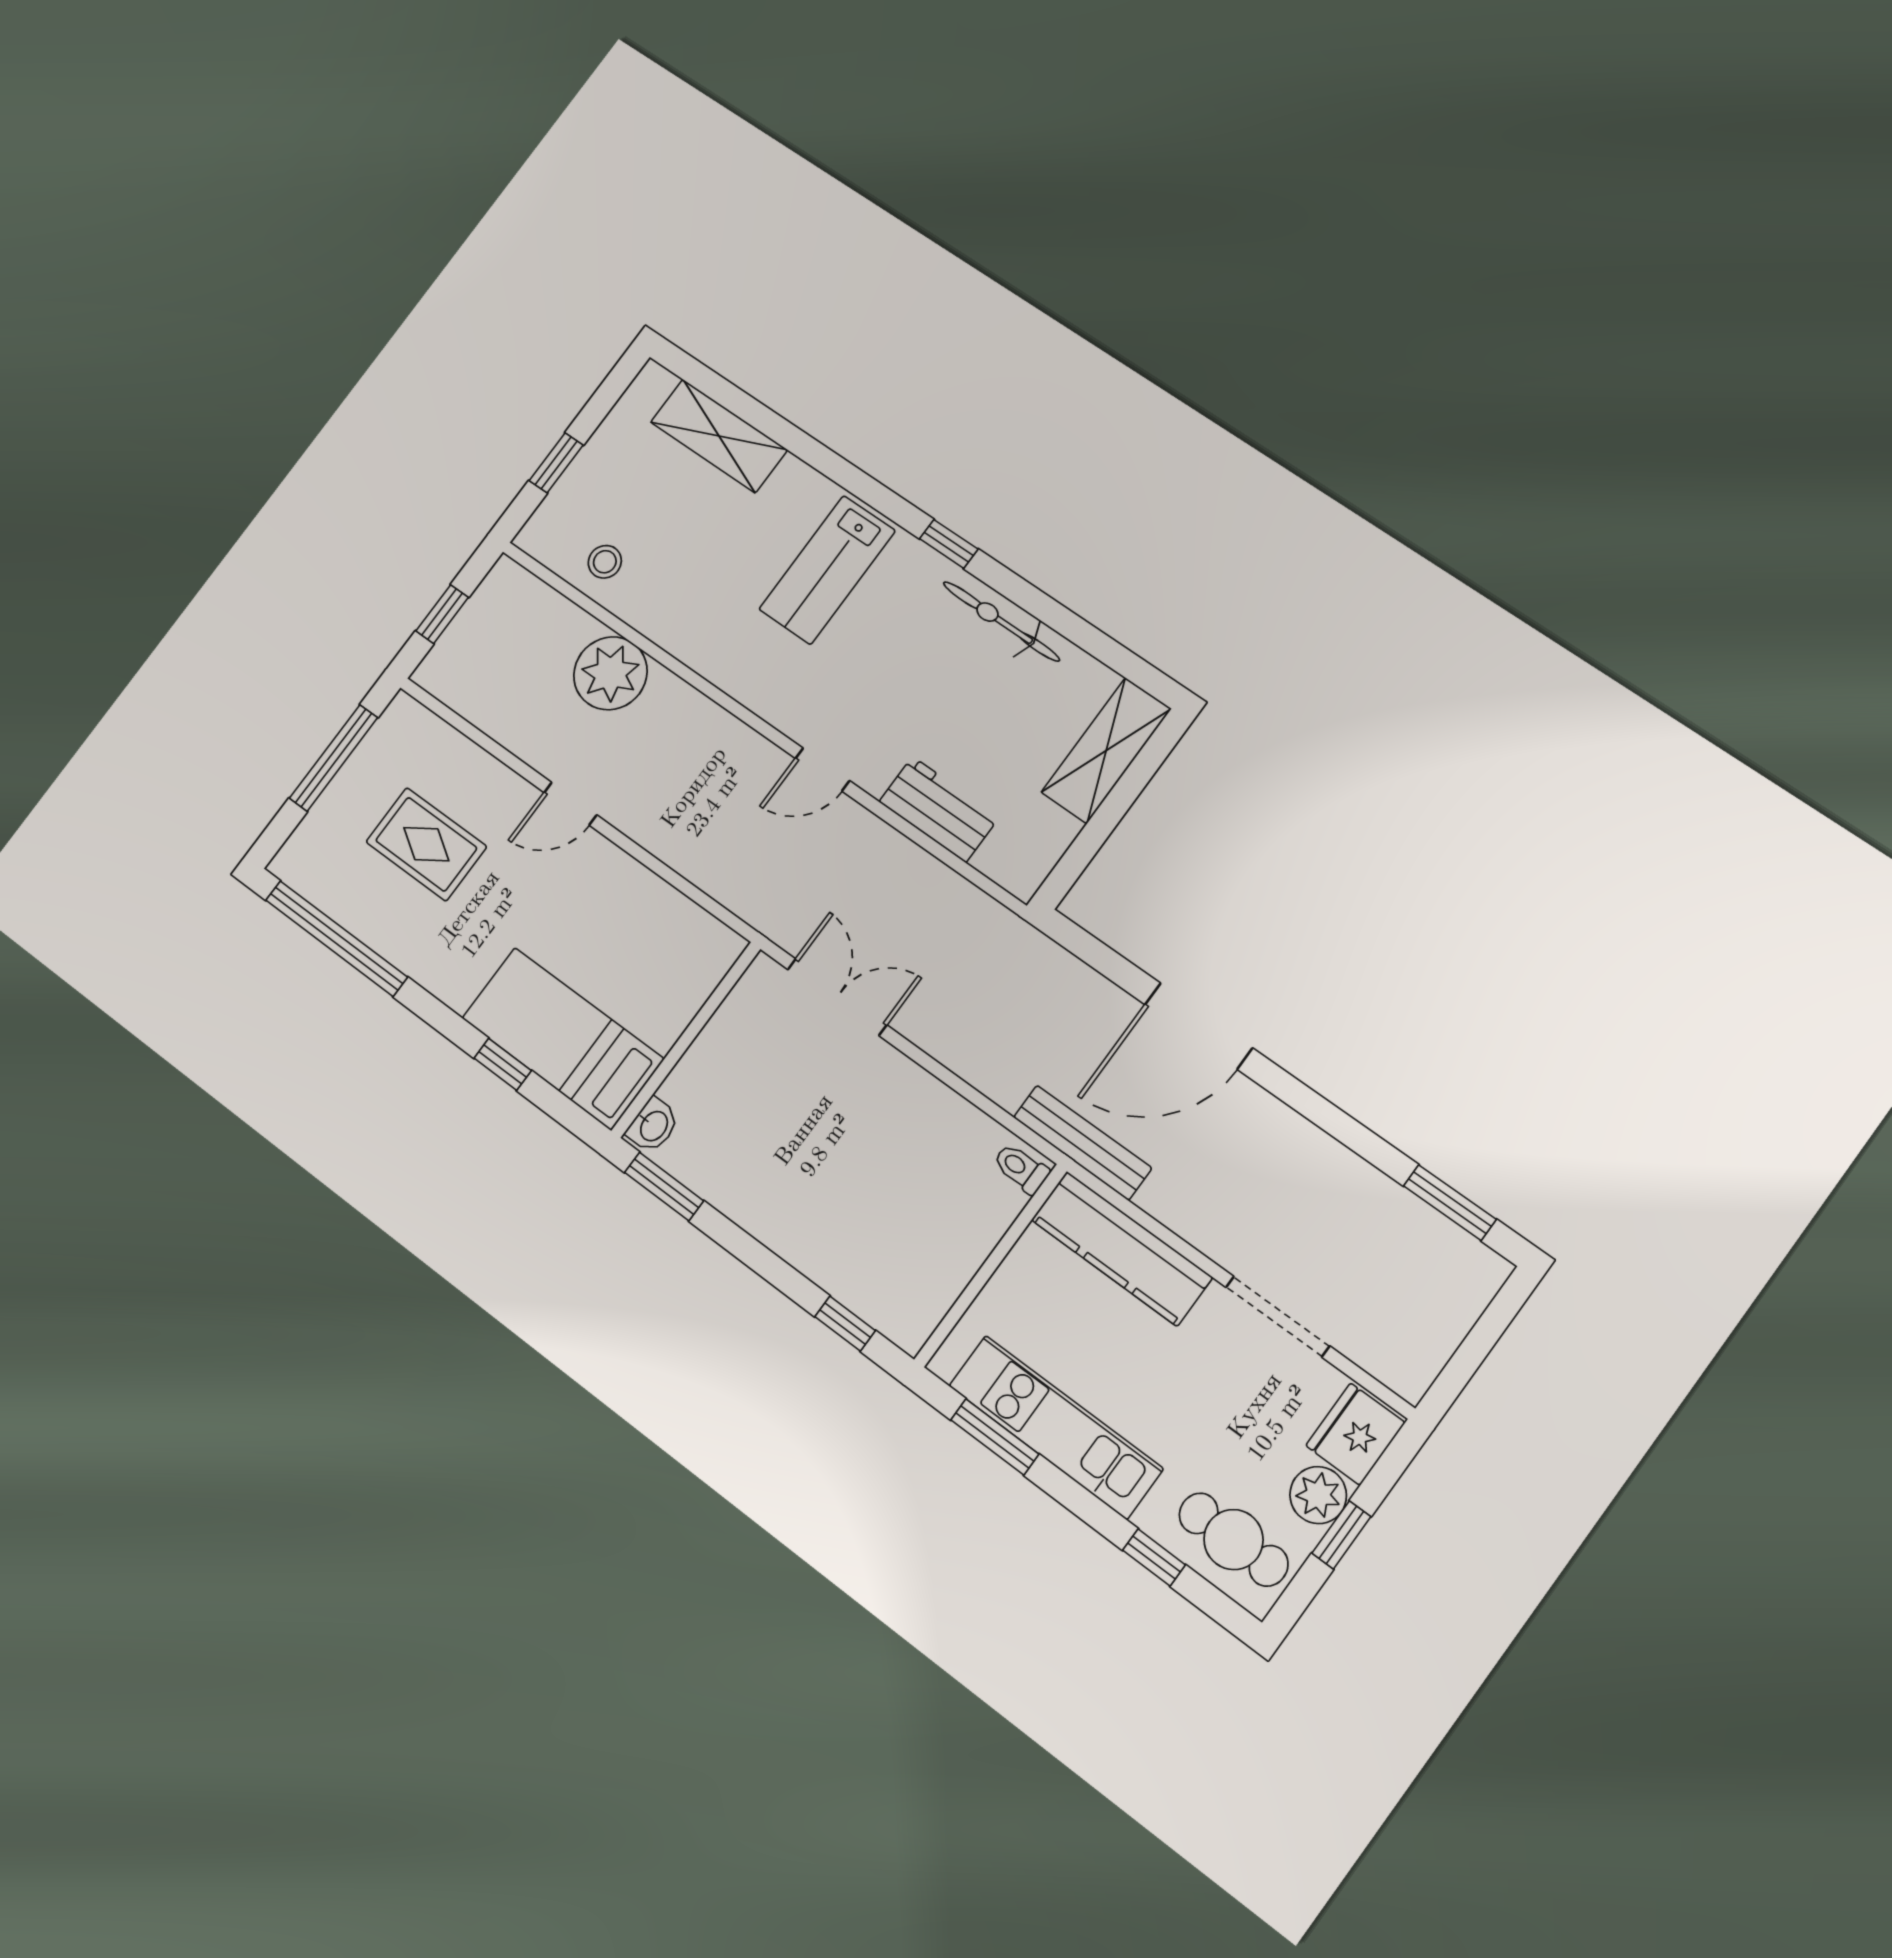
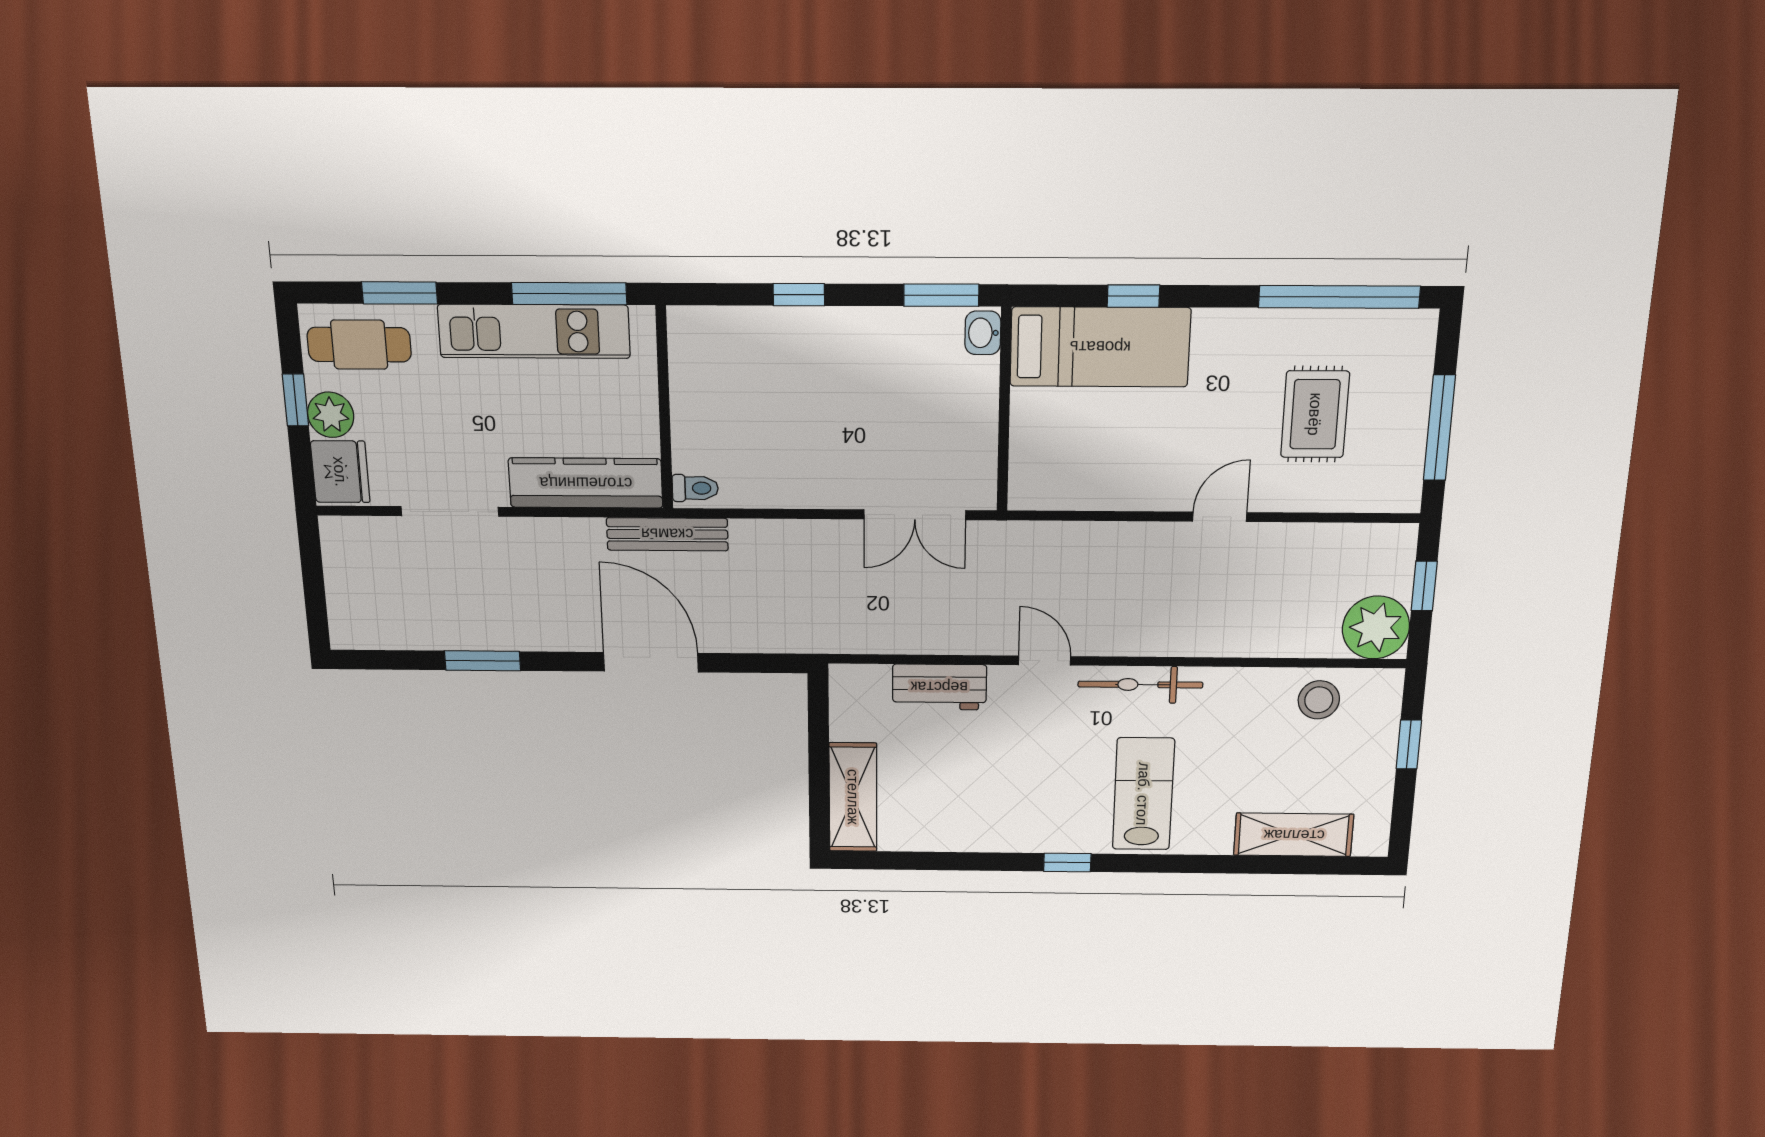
stool: (605, 562) -> (1319, 700), width x1.37, depth x1.37
bicycle: (1001, 621) -> (1140, 685), moved, turned 180
plant: (610, 673) -> (1376, 627), moved
door: (822, 769) -> (1045, 661), hinge flipped
rug: (426, 844) -> (1315, 414), turned 90
door: (1199, 1026) -> (651, 662), hinge flipped
window: (1450, 1203) -> (483, 661), moved
window: (845, 1324) -> (799, 295), moved
window: (995, 1437) -> (569, 294), width x1.44
window: (1154, 1557) -> (400, 293), width x1.50

